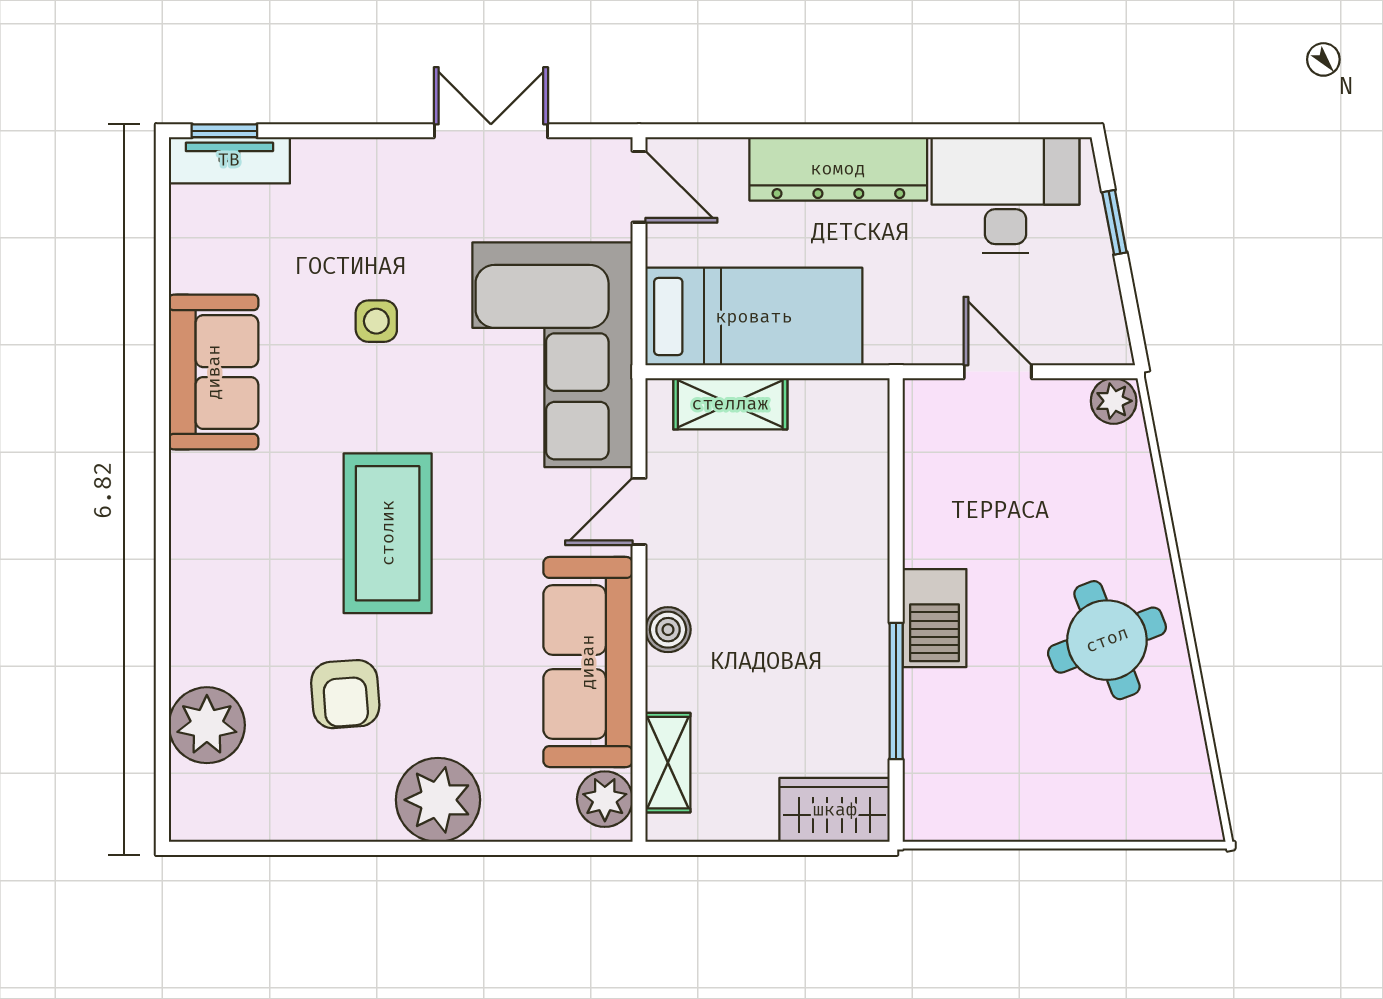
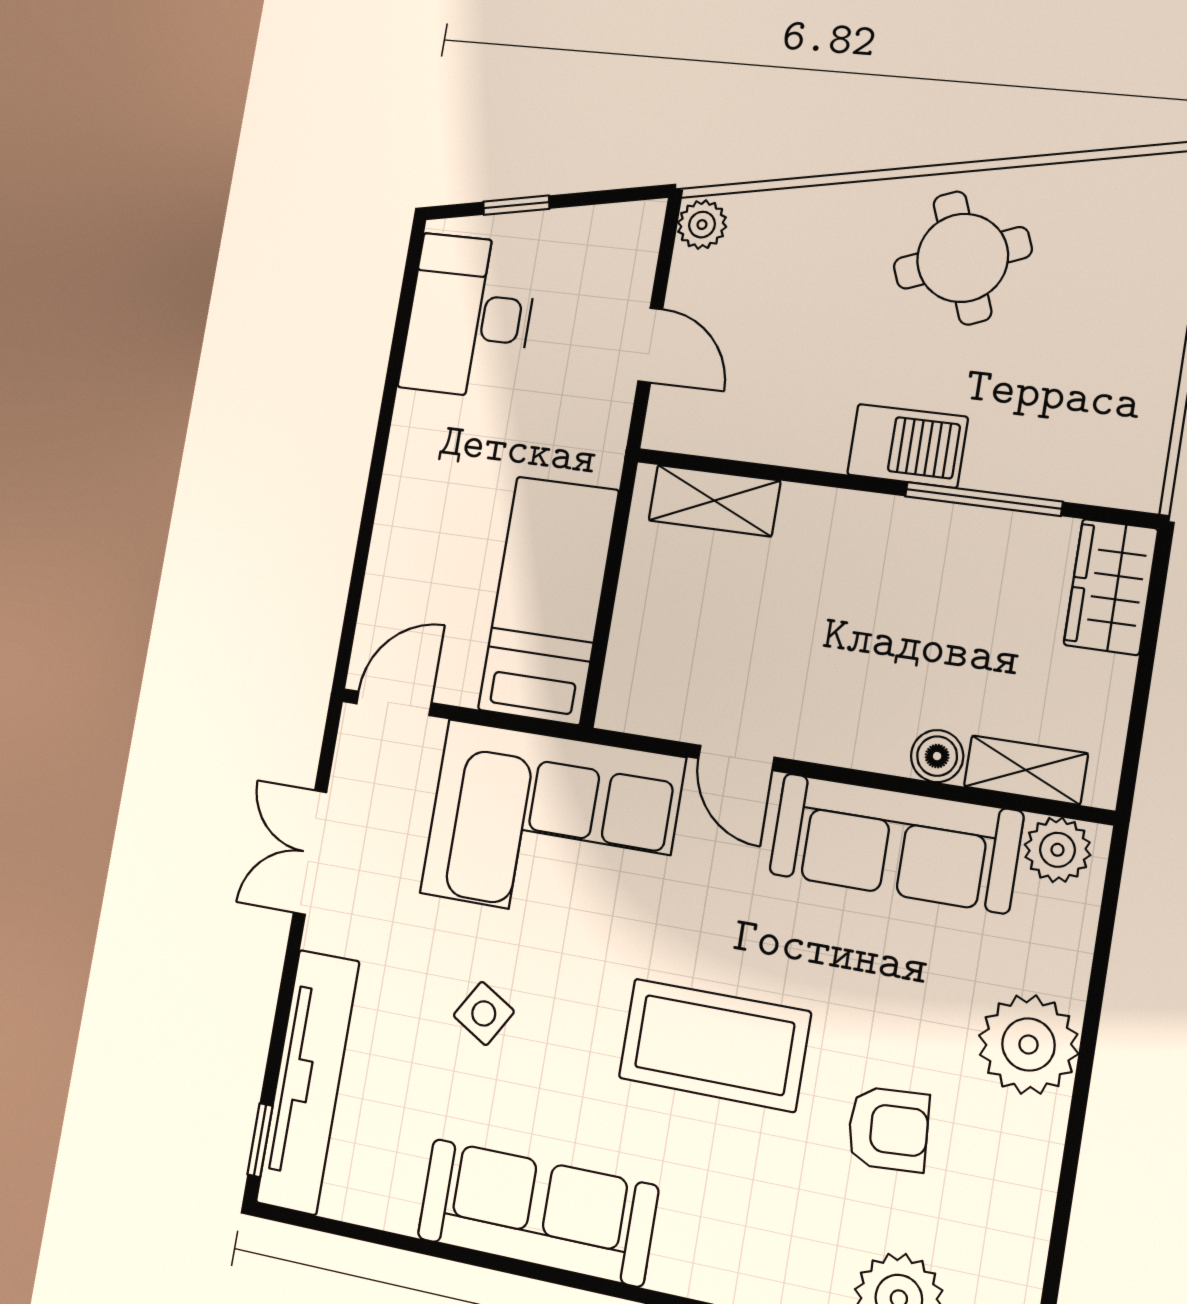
tv unit: (229, 160) -> (308, 1082), width x1.92, depth x1.29
dresser: (838, 169) -> (412, 489), removed
side table: (376, 321) -> (484, 1013), turned 31
sofa: (214, 372) -> (537, 1212), width x1.36
door: (998, 372) -> (650, 345), swing flipped
shelving: (730, 404) -> (714, 501), moved, turned 90
boiler: (668, 630) -> (937, 756), moved

